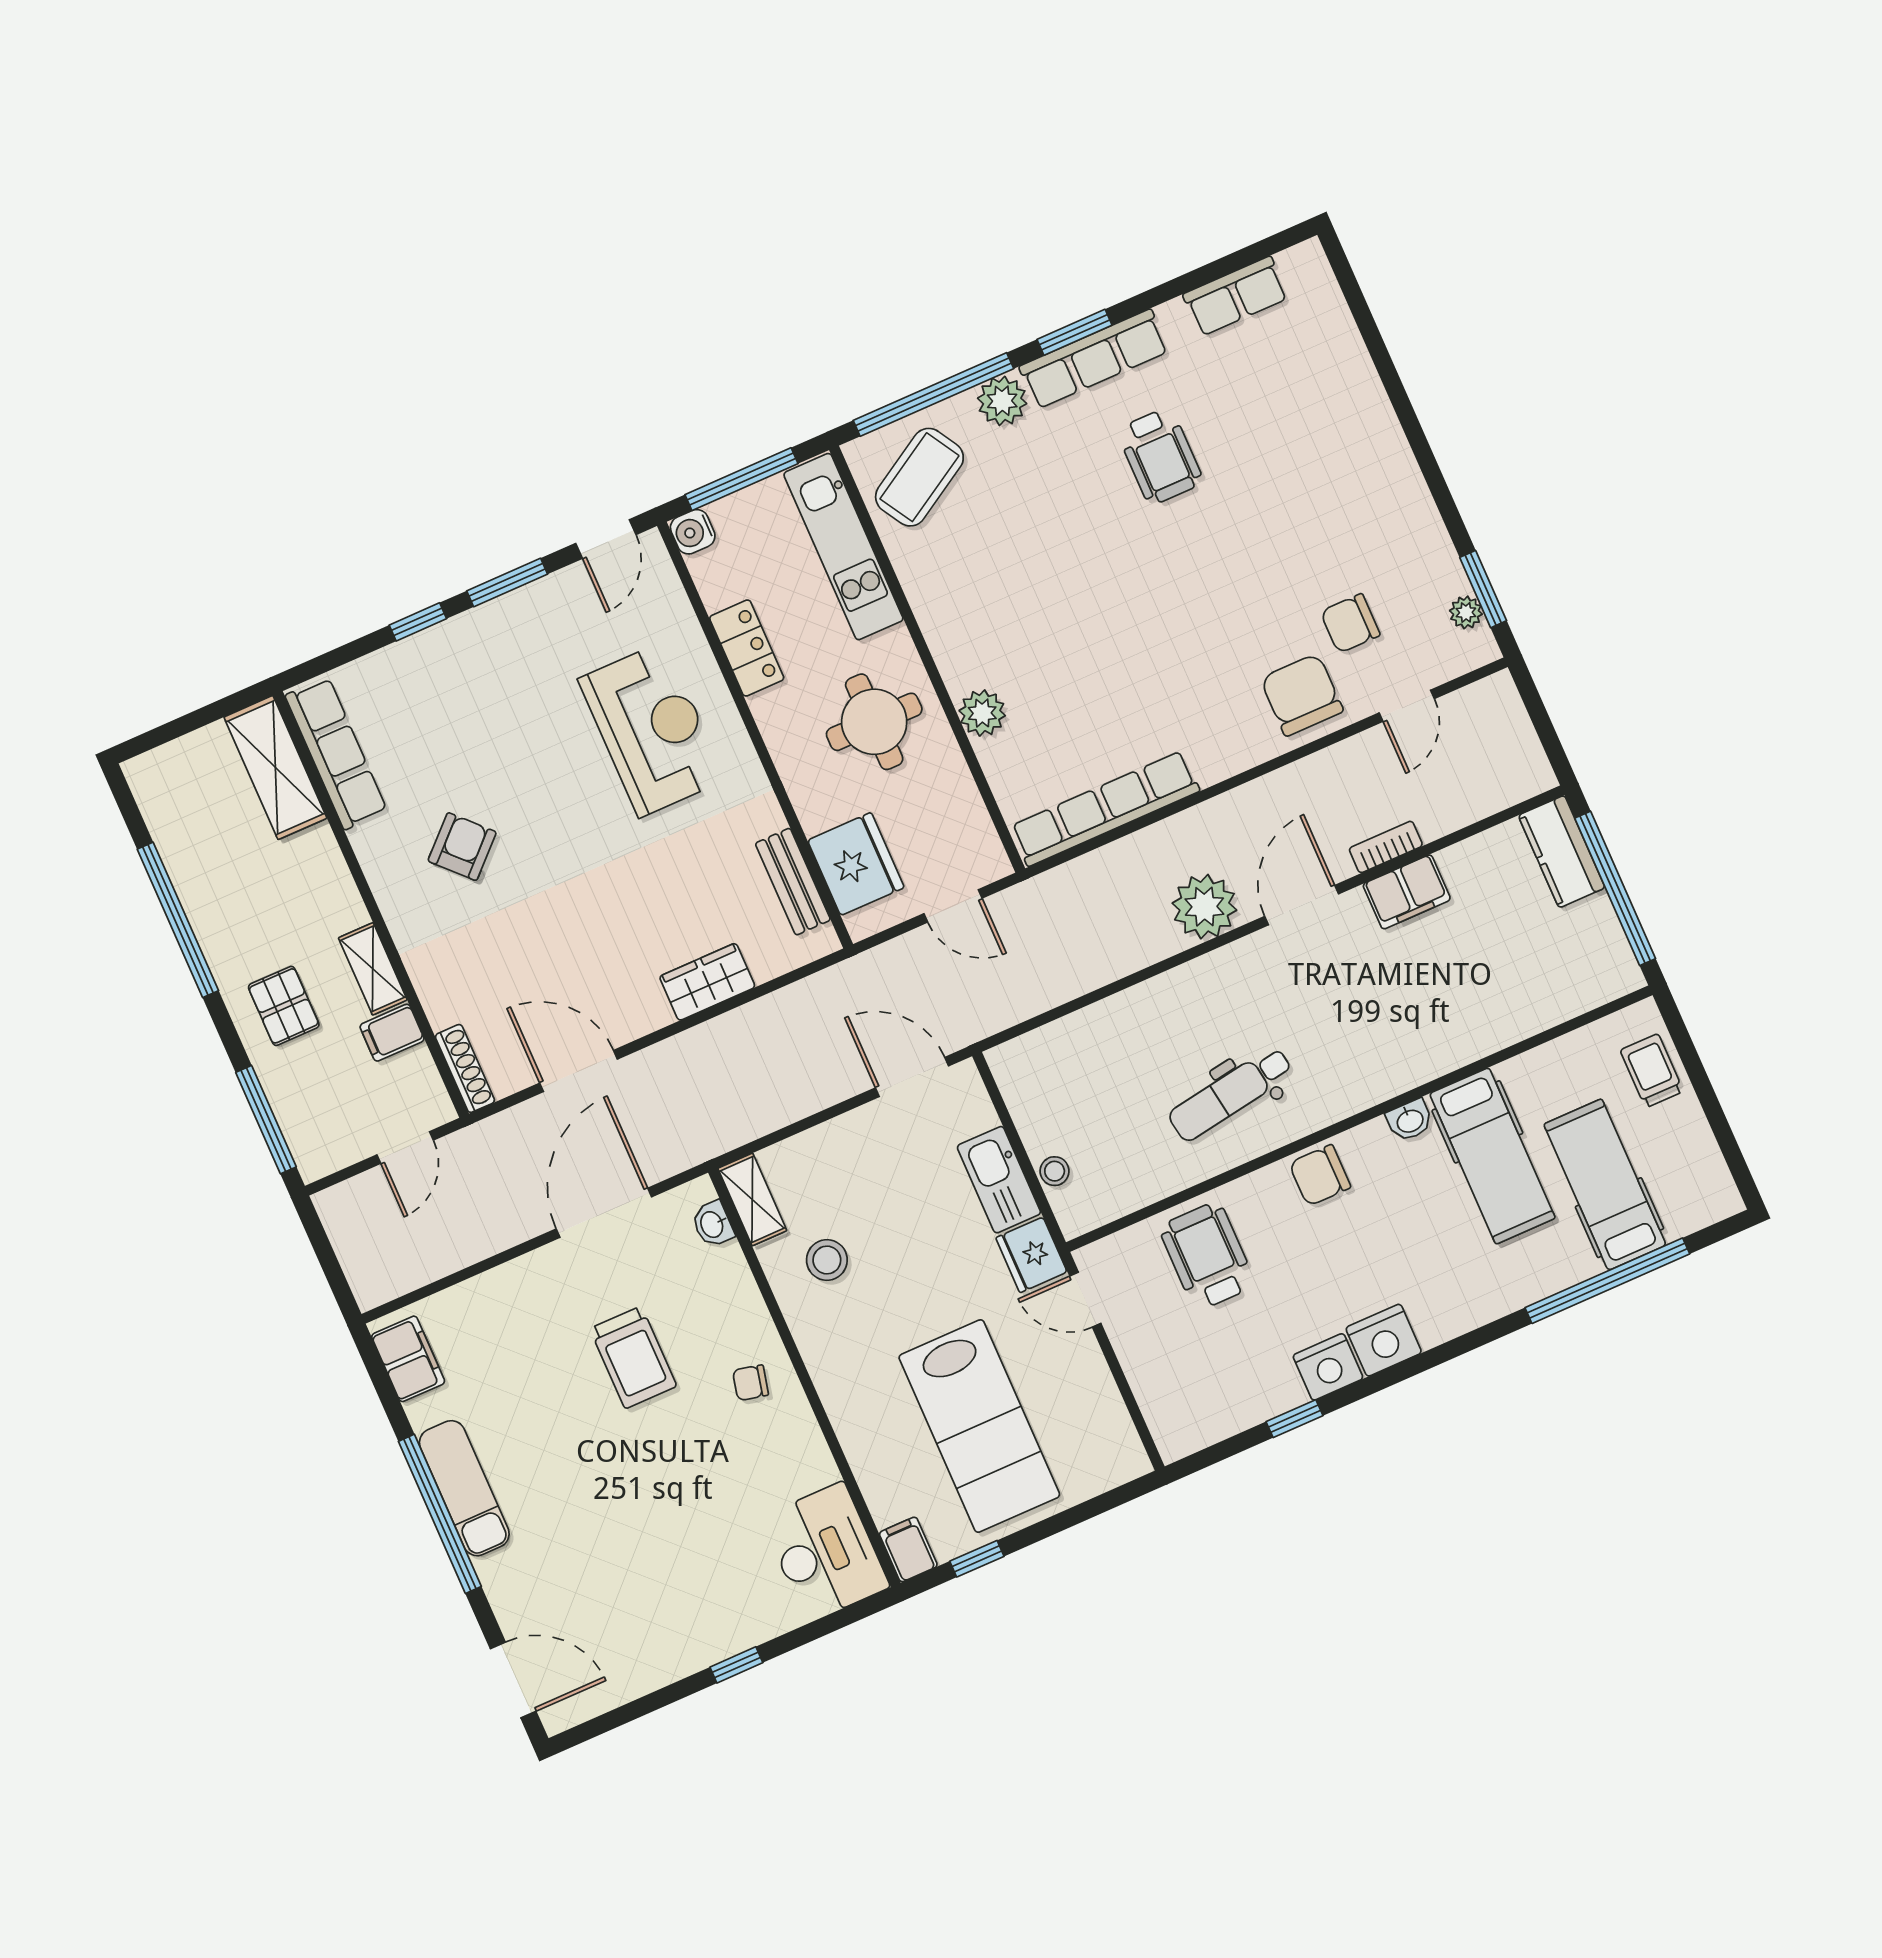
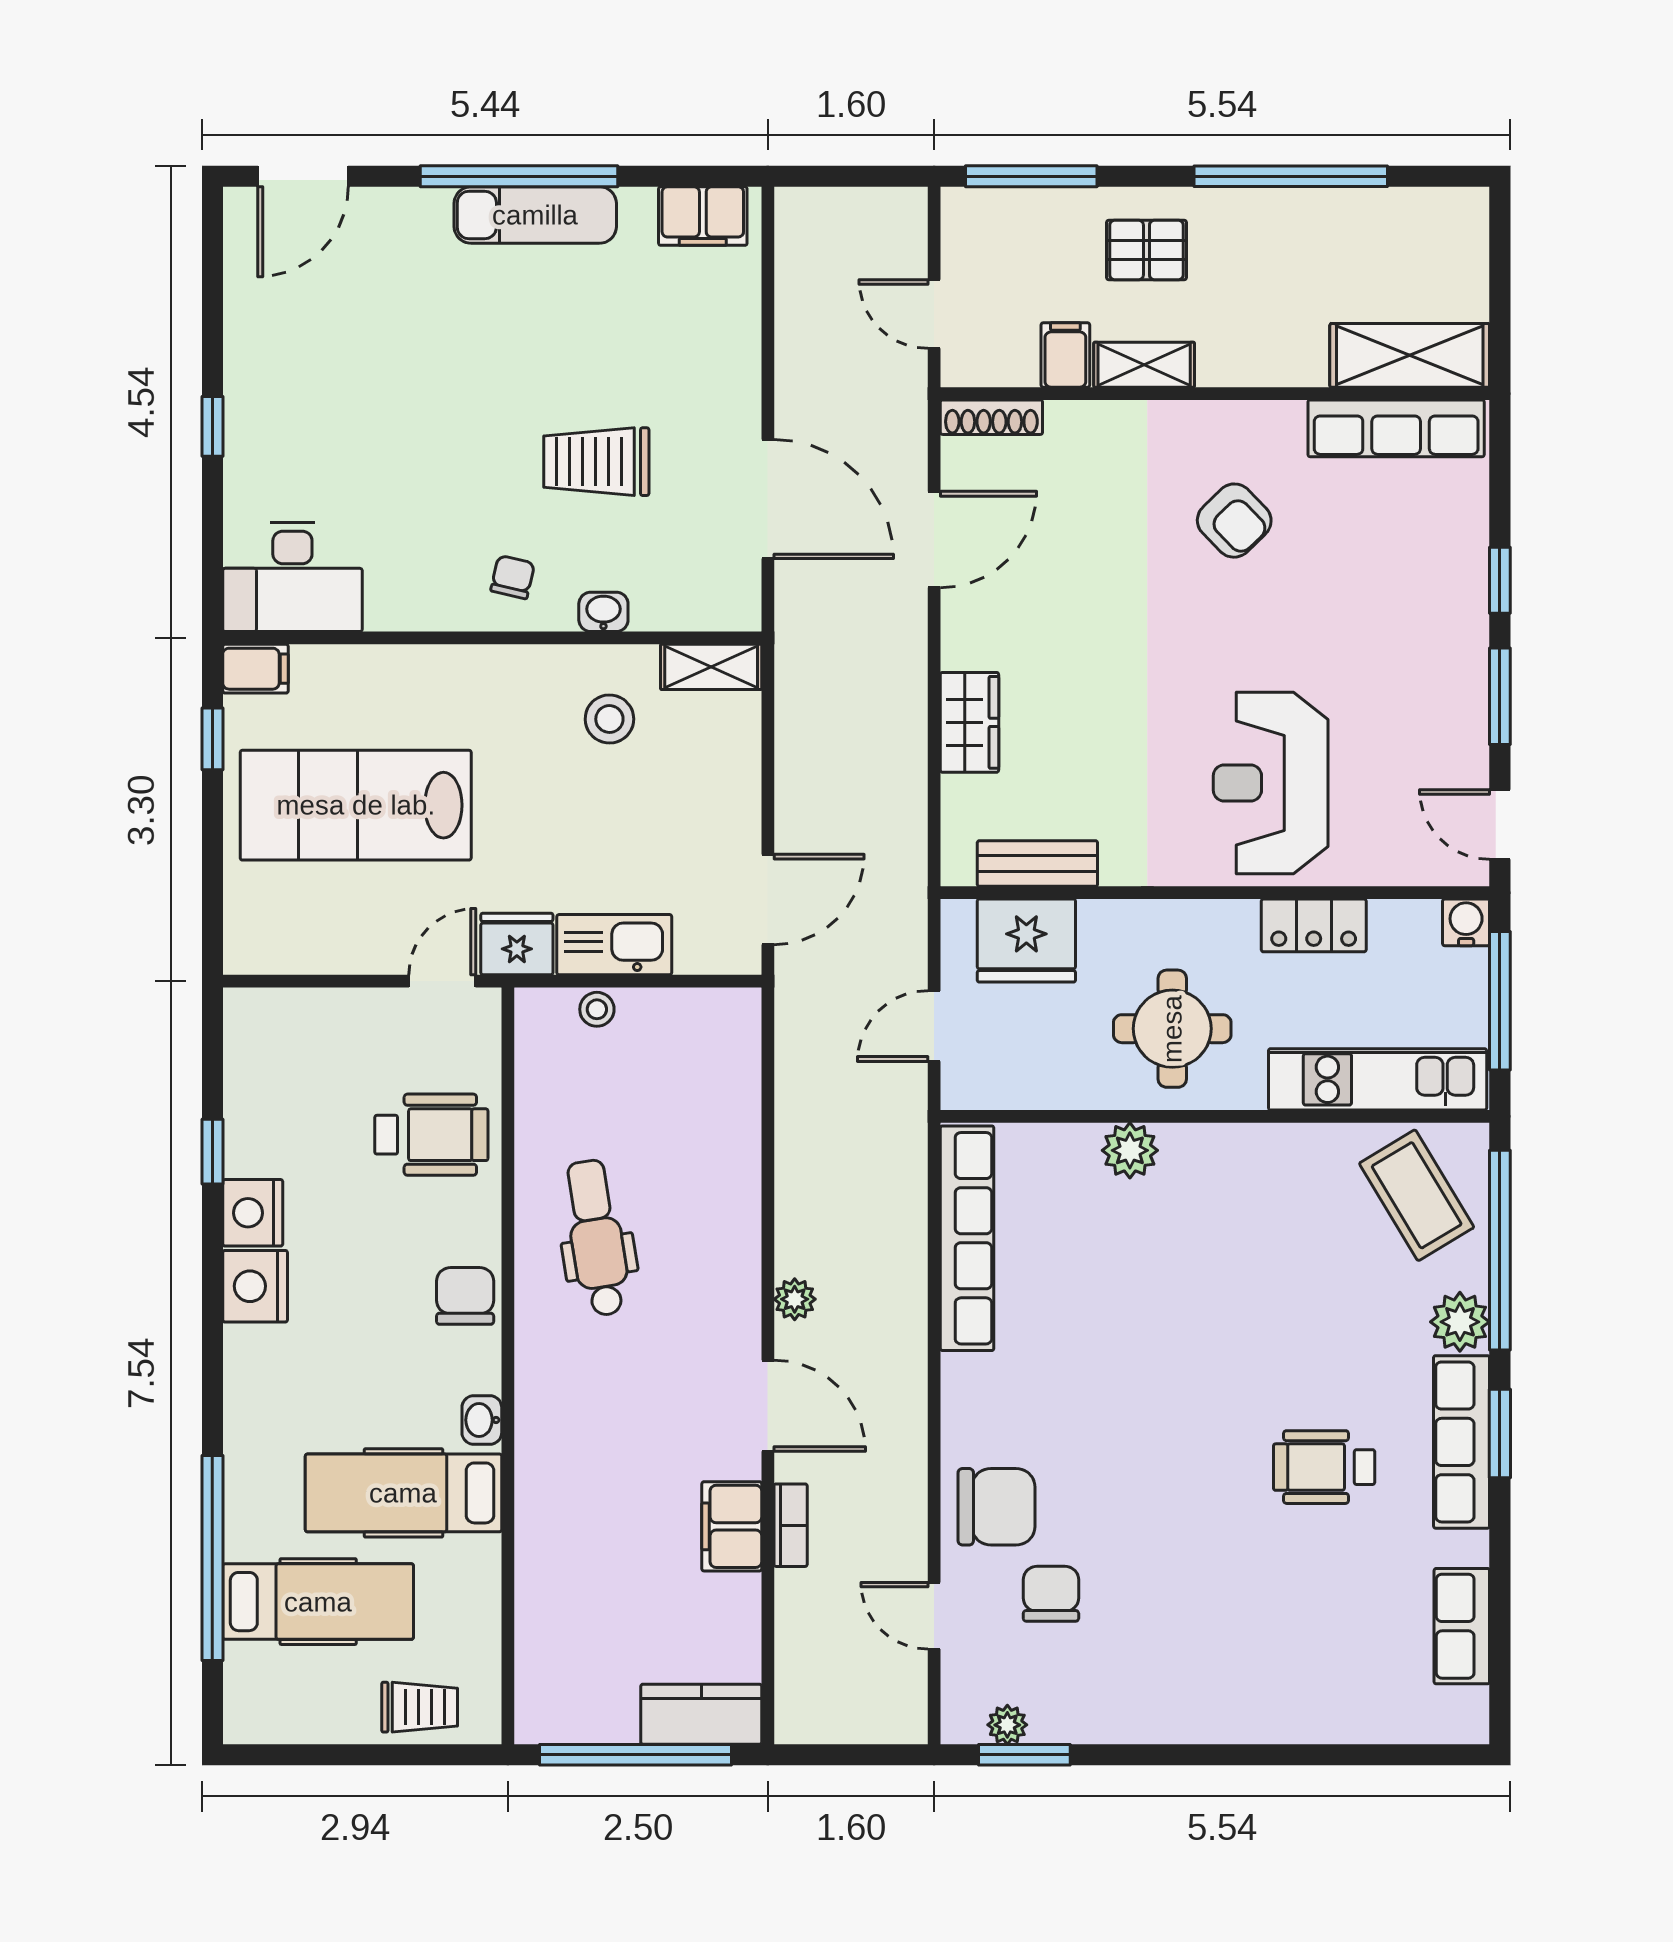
reception desk: (652, 729) -> (1271, 783), turned 90
plant: (1204, 907) -> (795, 1299), width x0.53, depth x0.53
washbasin: (713, 1224) -> (603, 612), moved

